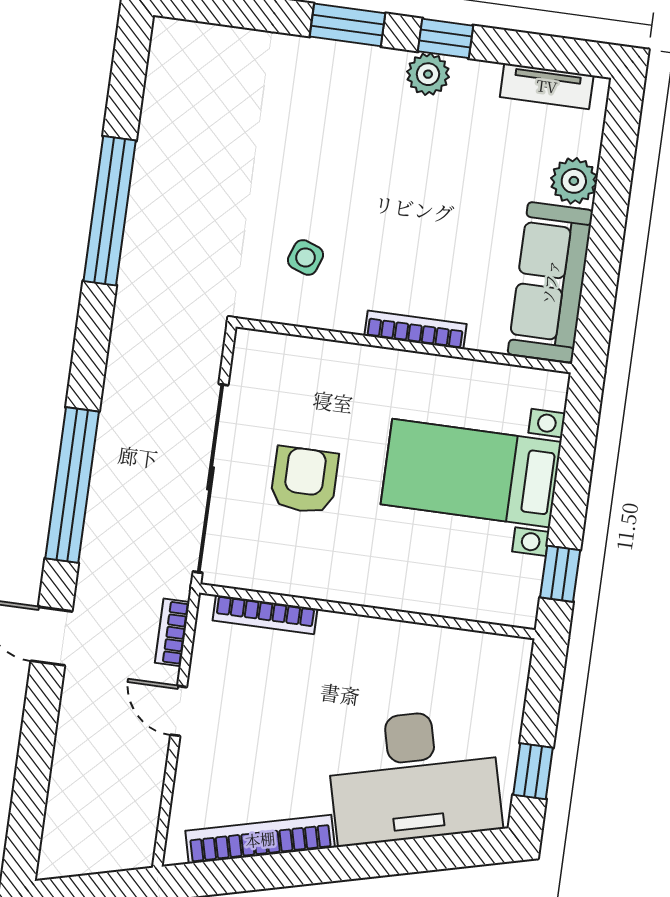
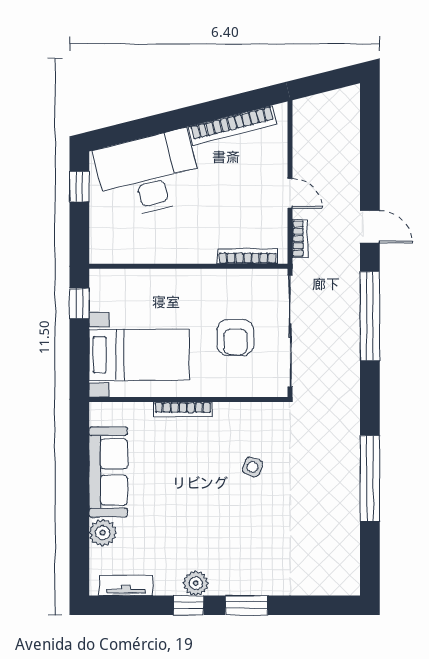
bookcase: (415, 330) -> (183, 409), moved
wall: (404, 345) -> (188, 399), moved

